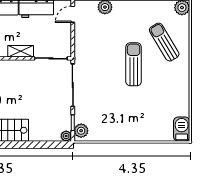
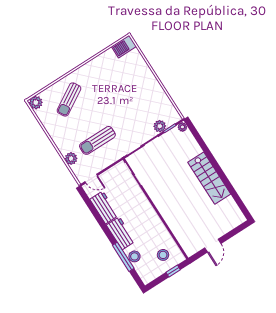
shelving: (21, 51) -> (142, 199), removed
sun lounger: (134, 64) -> (97, 140), moved
plant: (81, 131) -> (160, 126), moved

